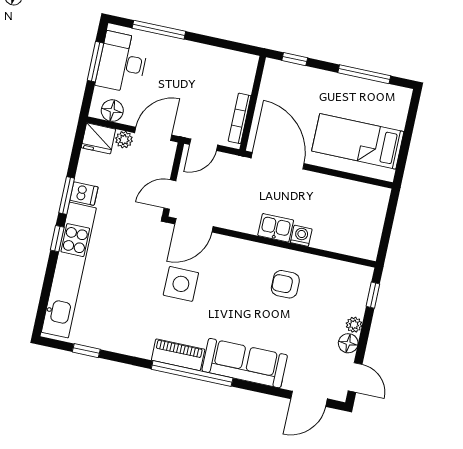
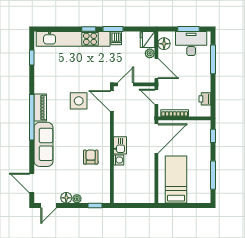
printer: (226, 59) -> (205, 99), added
door: (170, 194) -> (126, 84), hinge flipped

